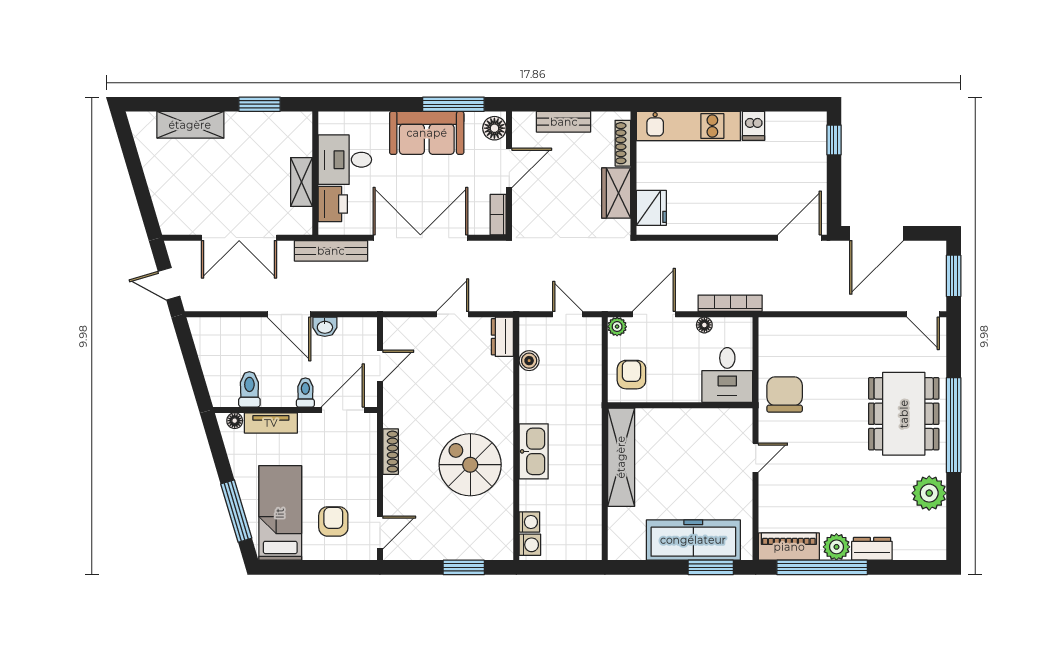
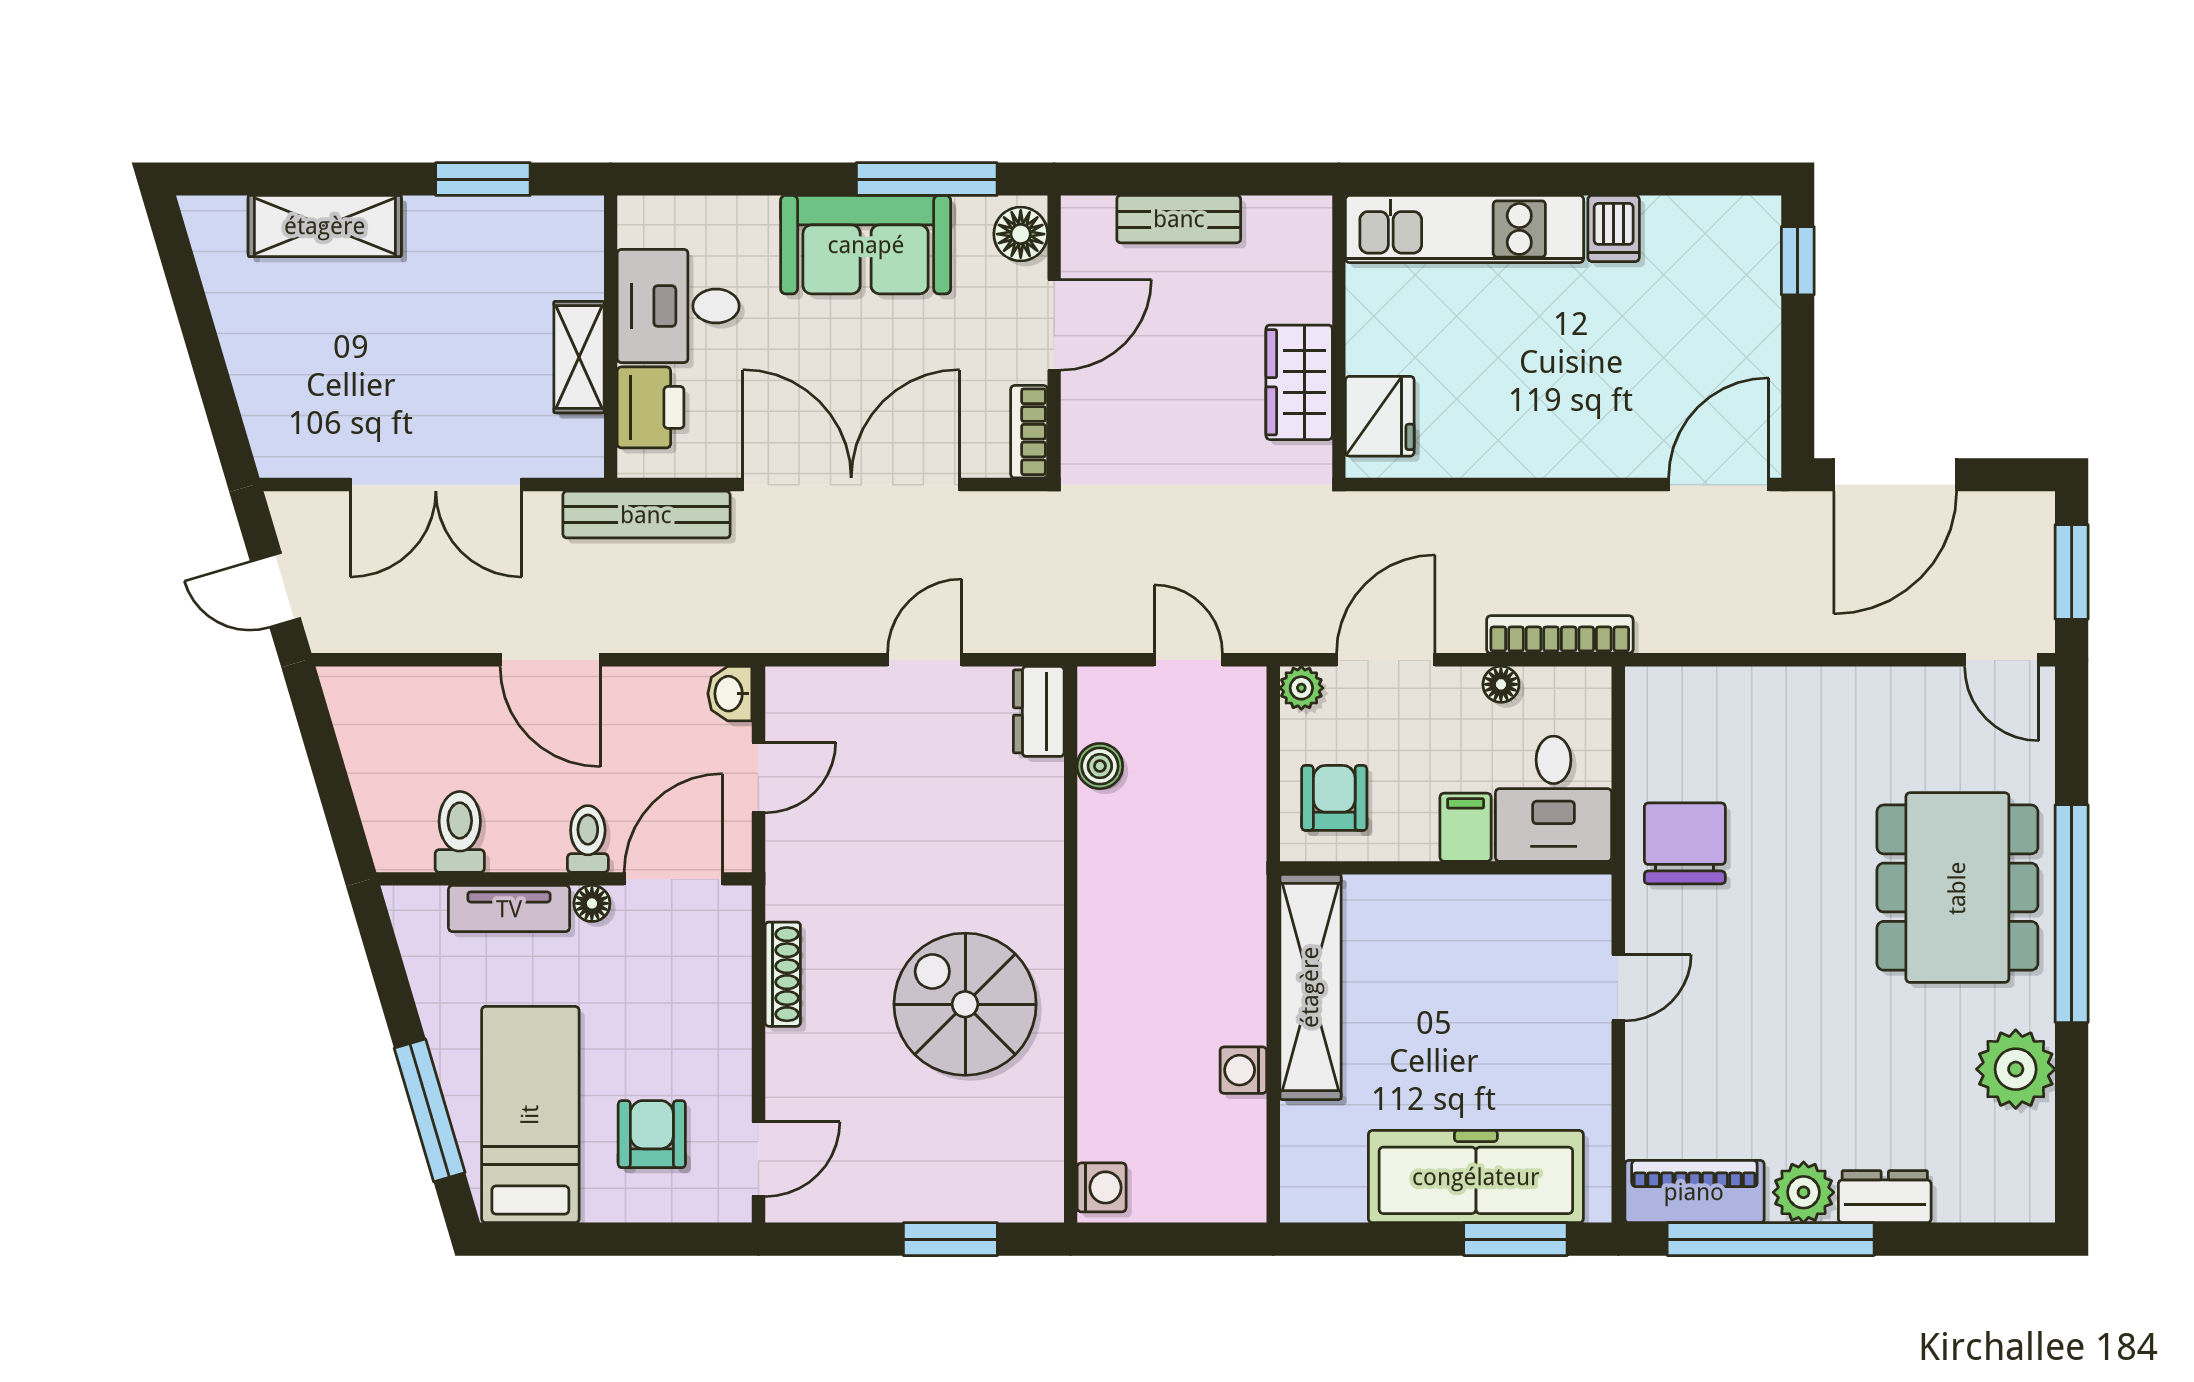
shoe rack: (623, 143) -> (1315, 268), removed
washbasin: (325, 327) -> (730, 694), moved, turned 90
filing cabinet: (689, 387) -> (1466, 827), added
floor lamp: (235, 421) -> (592, 903), moved
kitchen sink: (534, 451) -> (1110, 974), removed
washing machine: (529, 522) -> (1243, 1070), moved, turned 180

